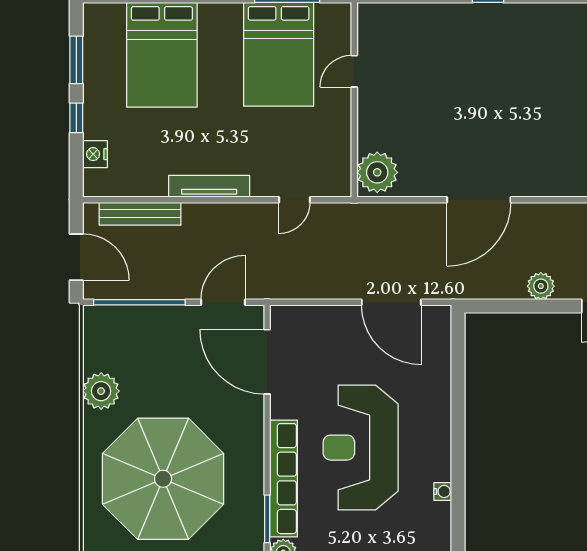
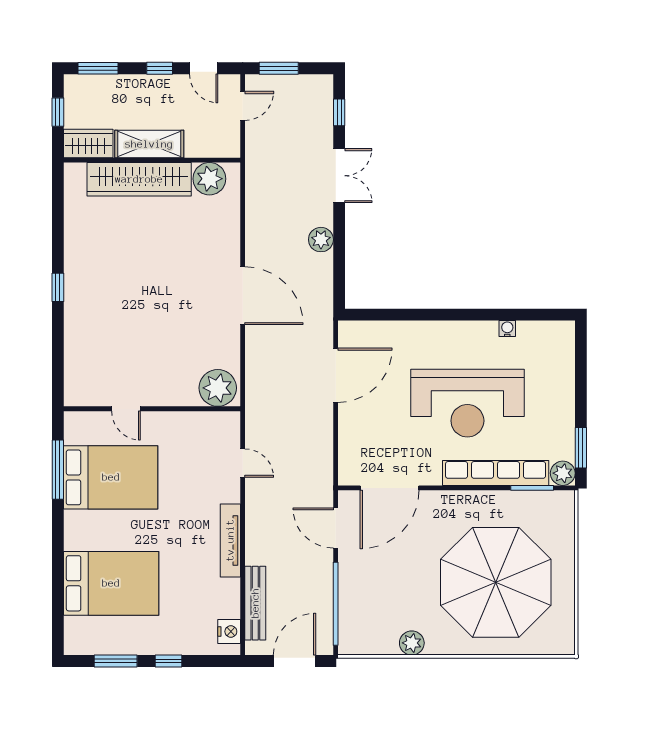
nightstand: (95, 154) -> (229, 632), moved, turned -90
plant: (101, 391) -> (412, 643), width x0.73, depth x0.73

